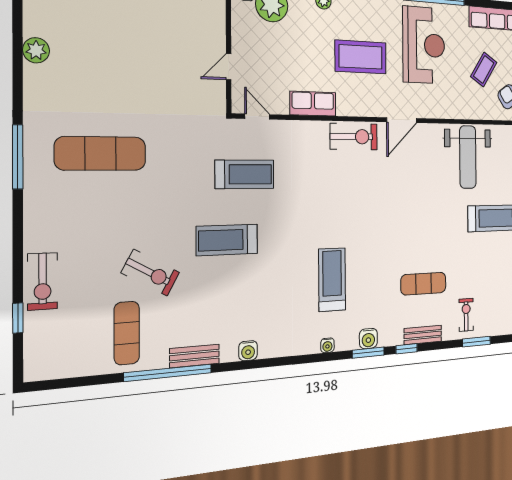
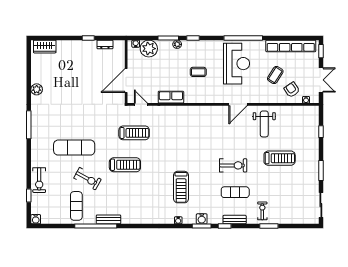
plant: (36, 50) -> (37, 89), moved
coffee table: (361, 57) -> (198, 72), width x0.54, depth x0.58
door: (229, 67) -> (126, 81), width x1.87
door: (402, 120) -> (238, 104), moved
exercise bike: (354, 137) -> (233, 165), moved
exercise mat: (101, 153) -> (74, 148), moved
weight bench: (468, 157) -> (264, 124), width x0.73, depth x0.75
treadmill: (227, 240) -> (125, 165), turned 180
treadmill: (332, 280) -> (181, 187), turned 180
water cooler: (248, 351) -> (36, 219), moved

